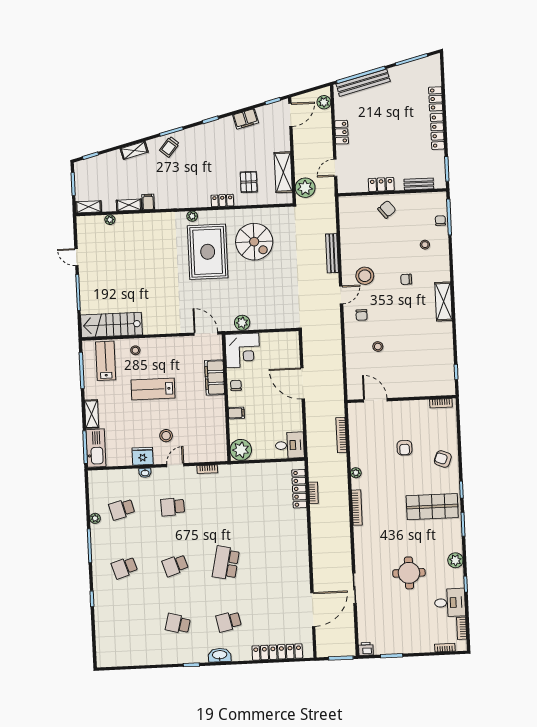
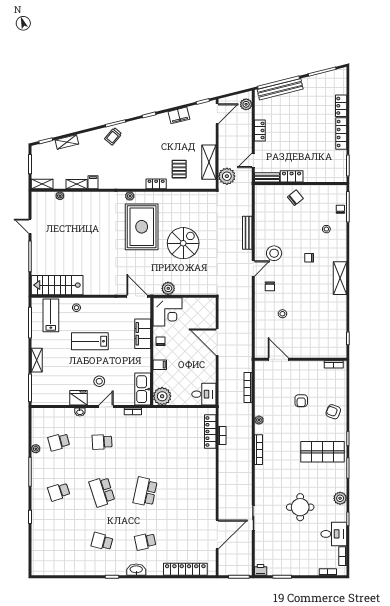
shelving: (134, 150) -> (67, 142), moved
bench: (419, 184) -> (267, 177), moved
spiral stairs: (254, 242) -> (183, 243), moved, turned -90
kitchen sink: (96, 448) -> (143, 389), moved, turned 180
school desk: (175, 565) -> (102, 492), width x1.85

